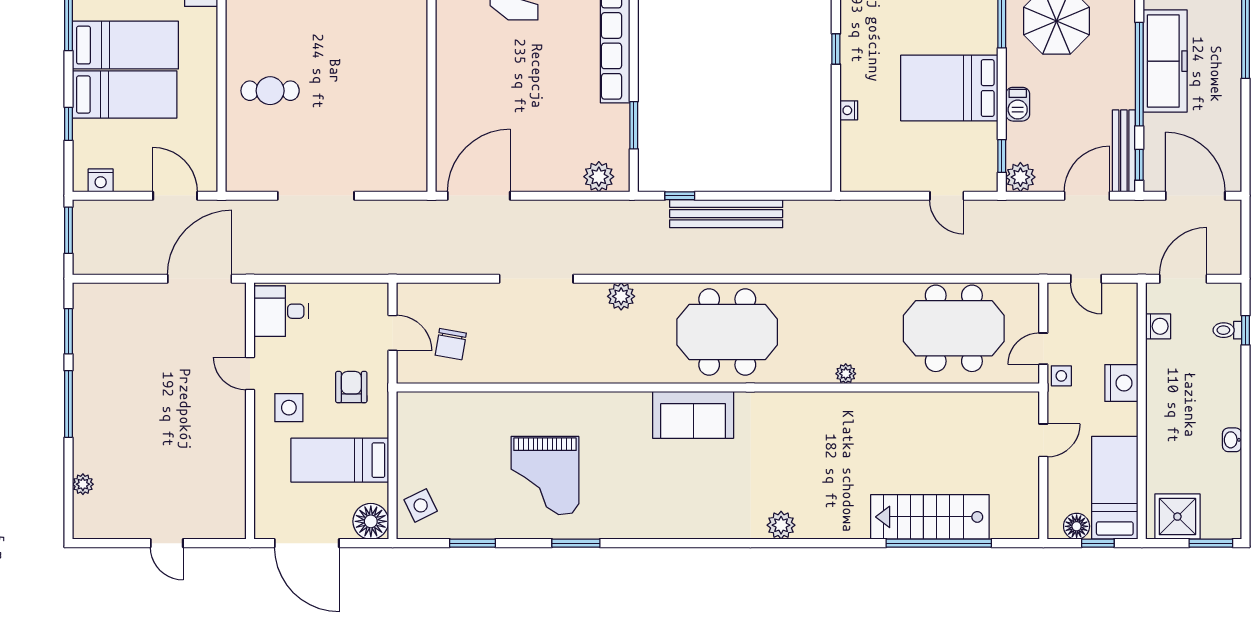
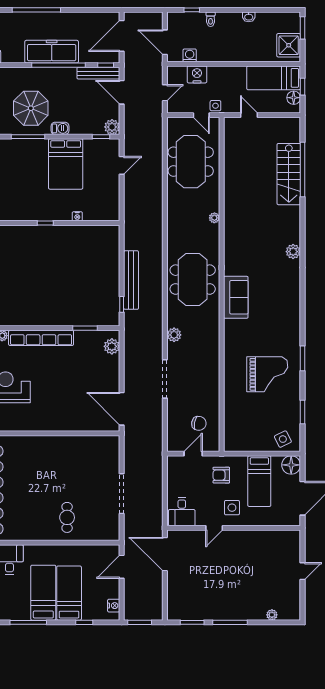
barbecue: (1018, 104) -> (60, 128), moved
toilet: (1227, 330) -> (211, 19), moved
nightstand: (1121, 383) -> (197, 74), moved

